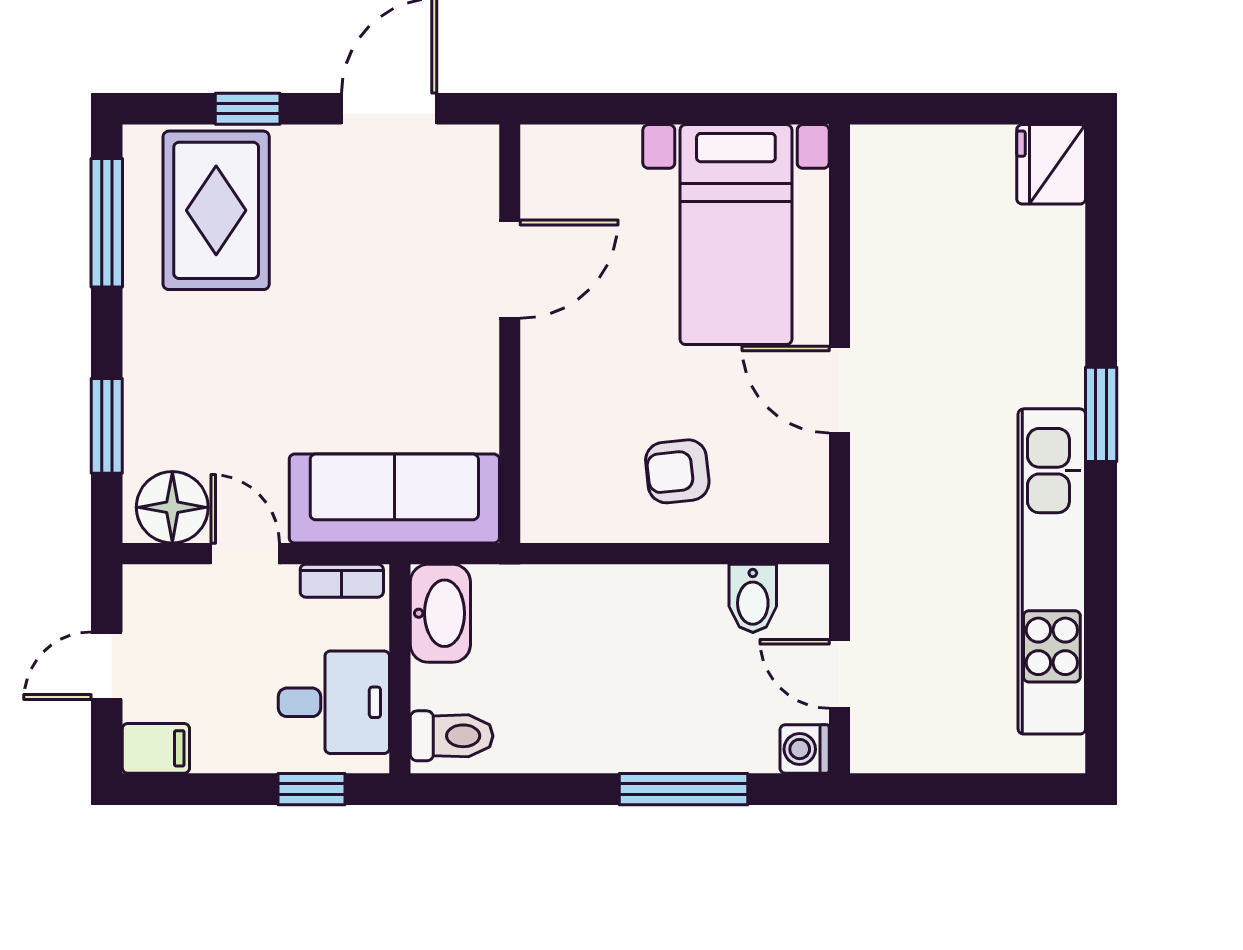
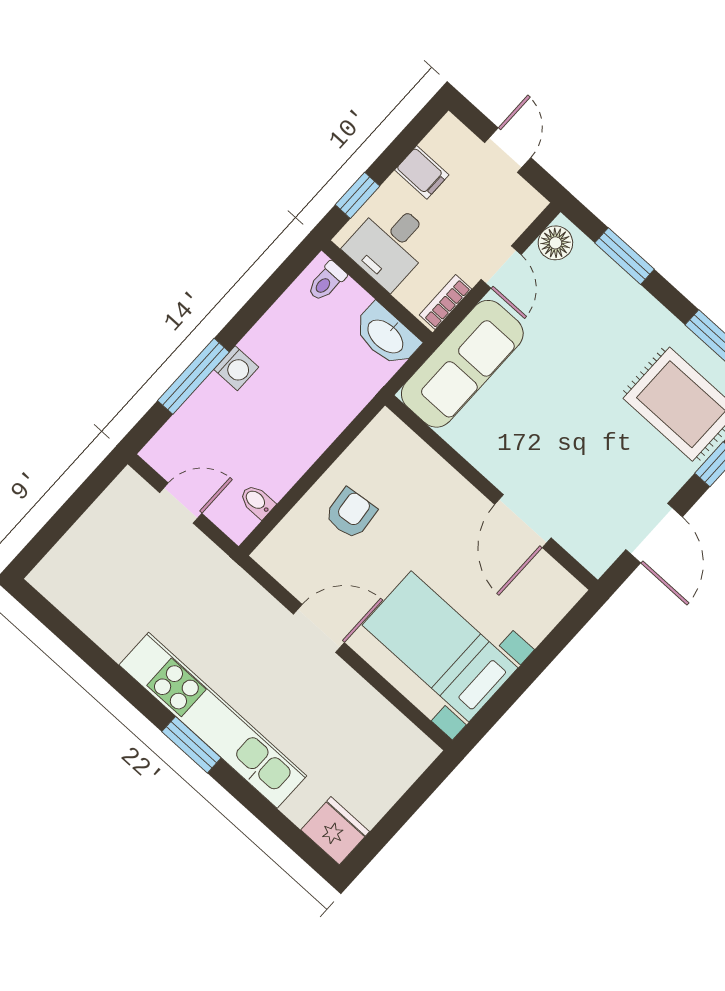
floor lamp: (172, 507) -> (555, 243), width x0.73, depth x0.73
door: (245, 554) -> (501, 267), hinge flipped
kitchen unit: (1052, 571) -> (213, 720), moved
bidet: (753, 598) -> (257, 501), width x0.72, depth x0.74
toilet: (452, 736) -> (327, 281), width x0.73, depth x0.72
filing cabinet: (156, 748) -> (422, 172), moved, turned -90
washing machine: (805, 749) -> (236, 368), moved, turned 90

